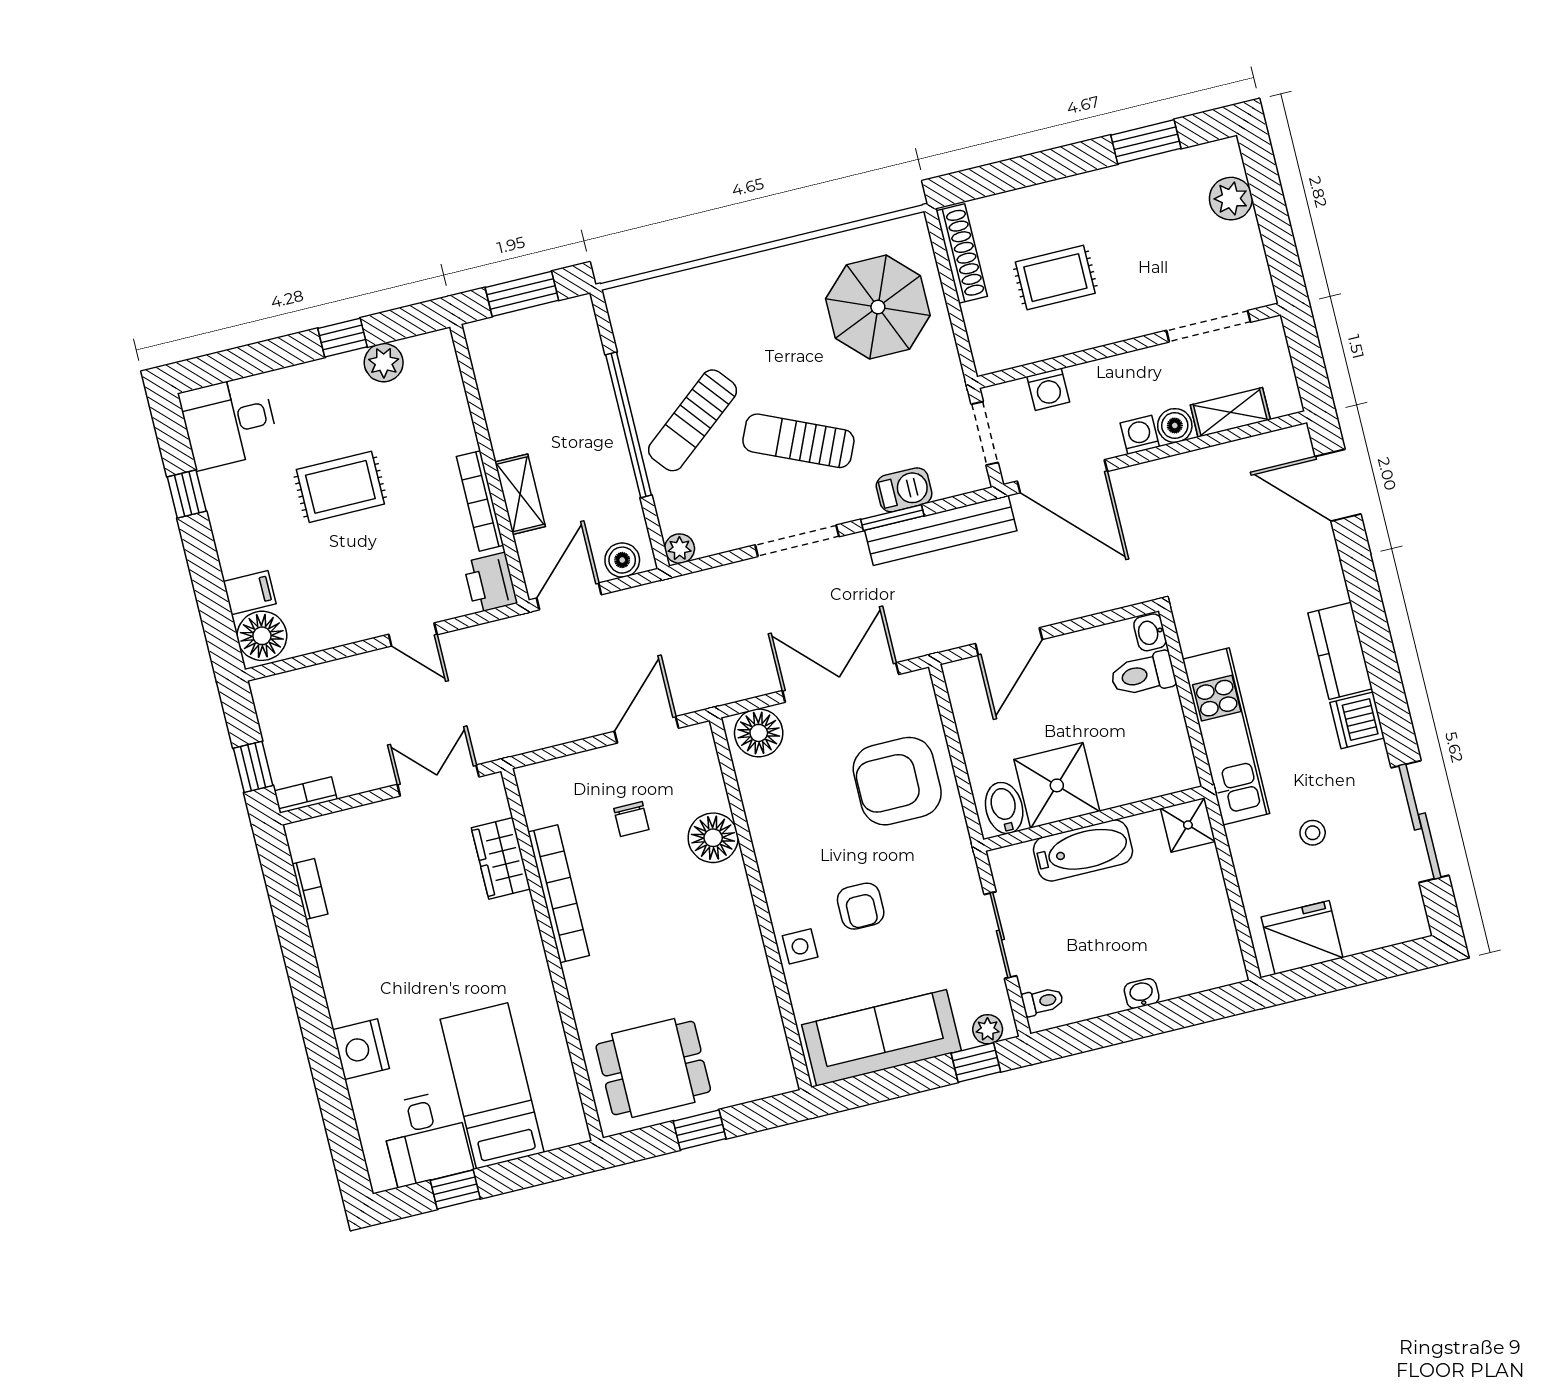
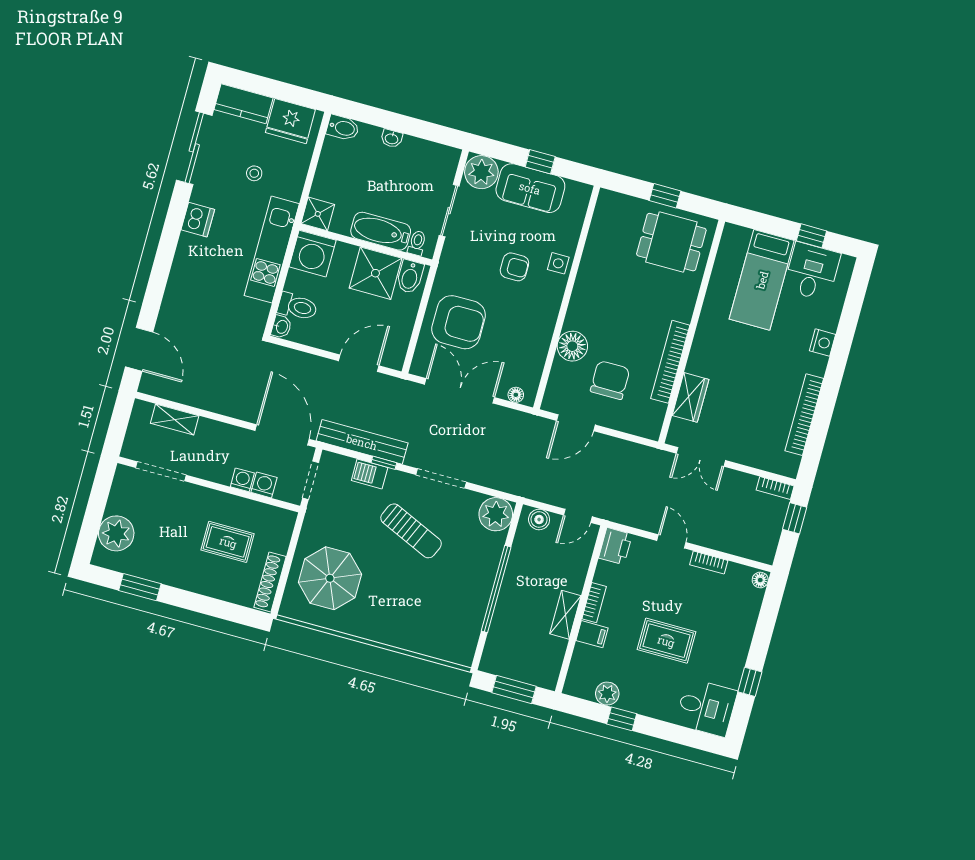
plant: (1231, 199) -> (116, 533), width x1.36, depth x1.36
sun lounger: (692, 420) -> (461, 573), removed
boiler: (1175, 426) -> (208, 429), removed
washing machine: (1140, 435) -> (242, 480), moved, turned 180
shelving: (520, 494) -> (565, 615), moved
bookcase: (480, 501) -> (594, 603), width x0.64
window: (892, 518) -> (384, 463), width x0.67
plant: (680, 549) -> (496, 514), width x1.88, depth x1.88
filing cabinet: (250, 593) -> (592, 634), moved, turned 180
door: (569, 596) -> (578, 516), width x0.73
bookcase: (342, 634) -> (709, 563), added
floor lamp: (262, 636) -> (760, 580), width x0.53, depth x0.53
kitchen counter: (1340, 651) -> (243, 104), moved, turned 90
double door: (841, 682) -> (460, 391), swing flipped
floor lamp: (759, 733) -> (516, 395), width x0.53, depth x0.53
washing machine: (1164, 763) -> (313, 254), added
chair: (631, 819) -> (610, 380), width x1.87, depth x1.87
bookcase: (310, 889) -> (804, 415), width x2.31, depth x1.31
armchair: (861, 906) -> (514, 267), turned 90
bidet: (1221, 970) -> (343, 128), added
toilet: (1042, 1001) -> (417, 243), moved, turned 90
plant: (988, 1029) -> (481, 172), width x1.88, depth x1.88
sofa: (882, 1038) -> (530, 188), width x0.73
nightstand: (361, 1049) -> (822, 343), width x0.74, depth x0.75
window: (976, 1063) -> (540, 162), moved

